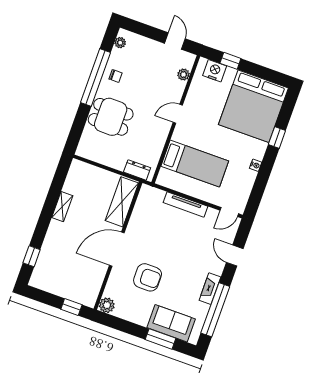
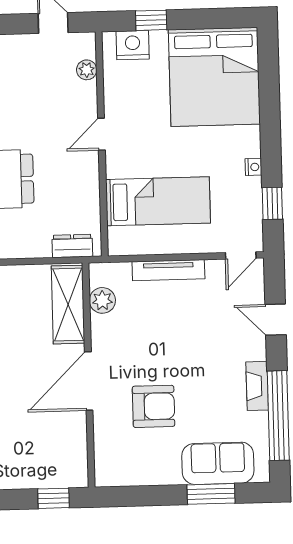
window: (277, 137) -> (272, 203), moved
plant: (107, 305) -> (102, 300), moved

